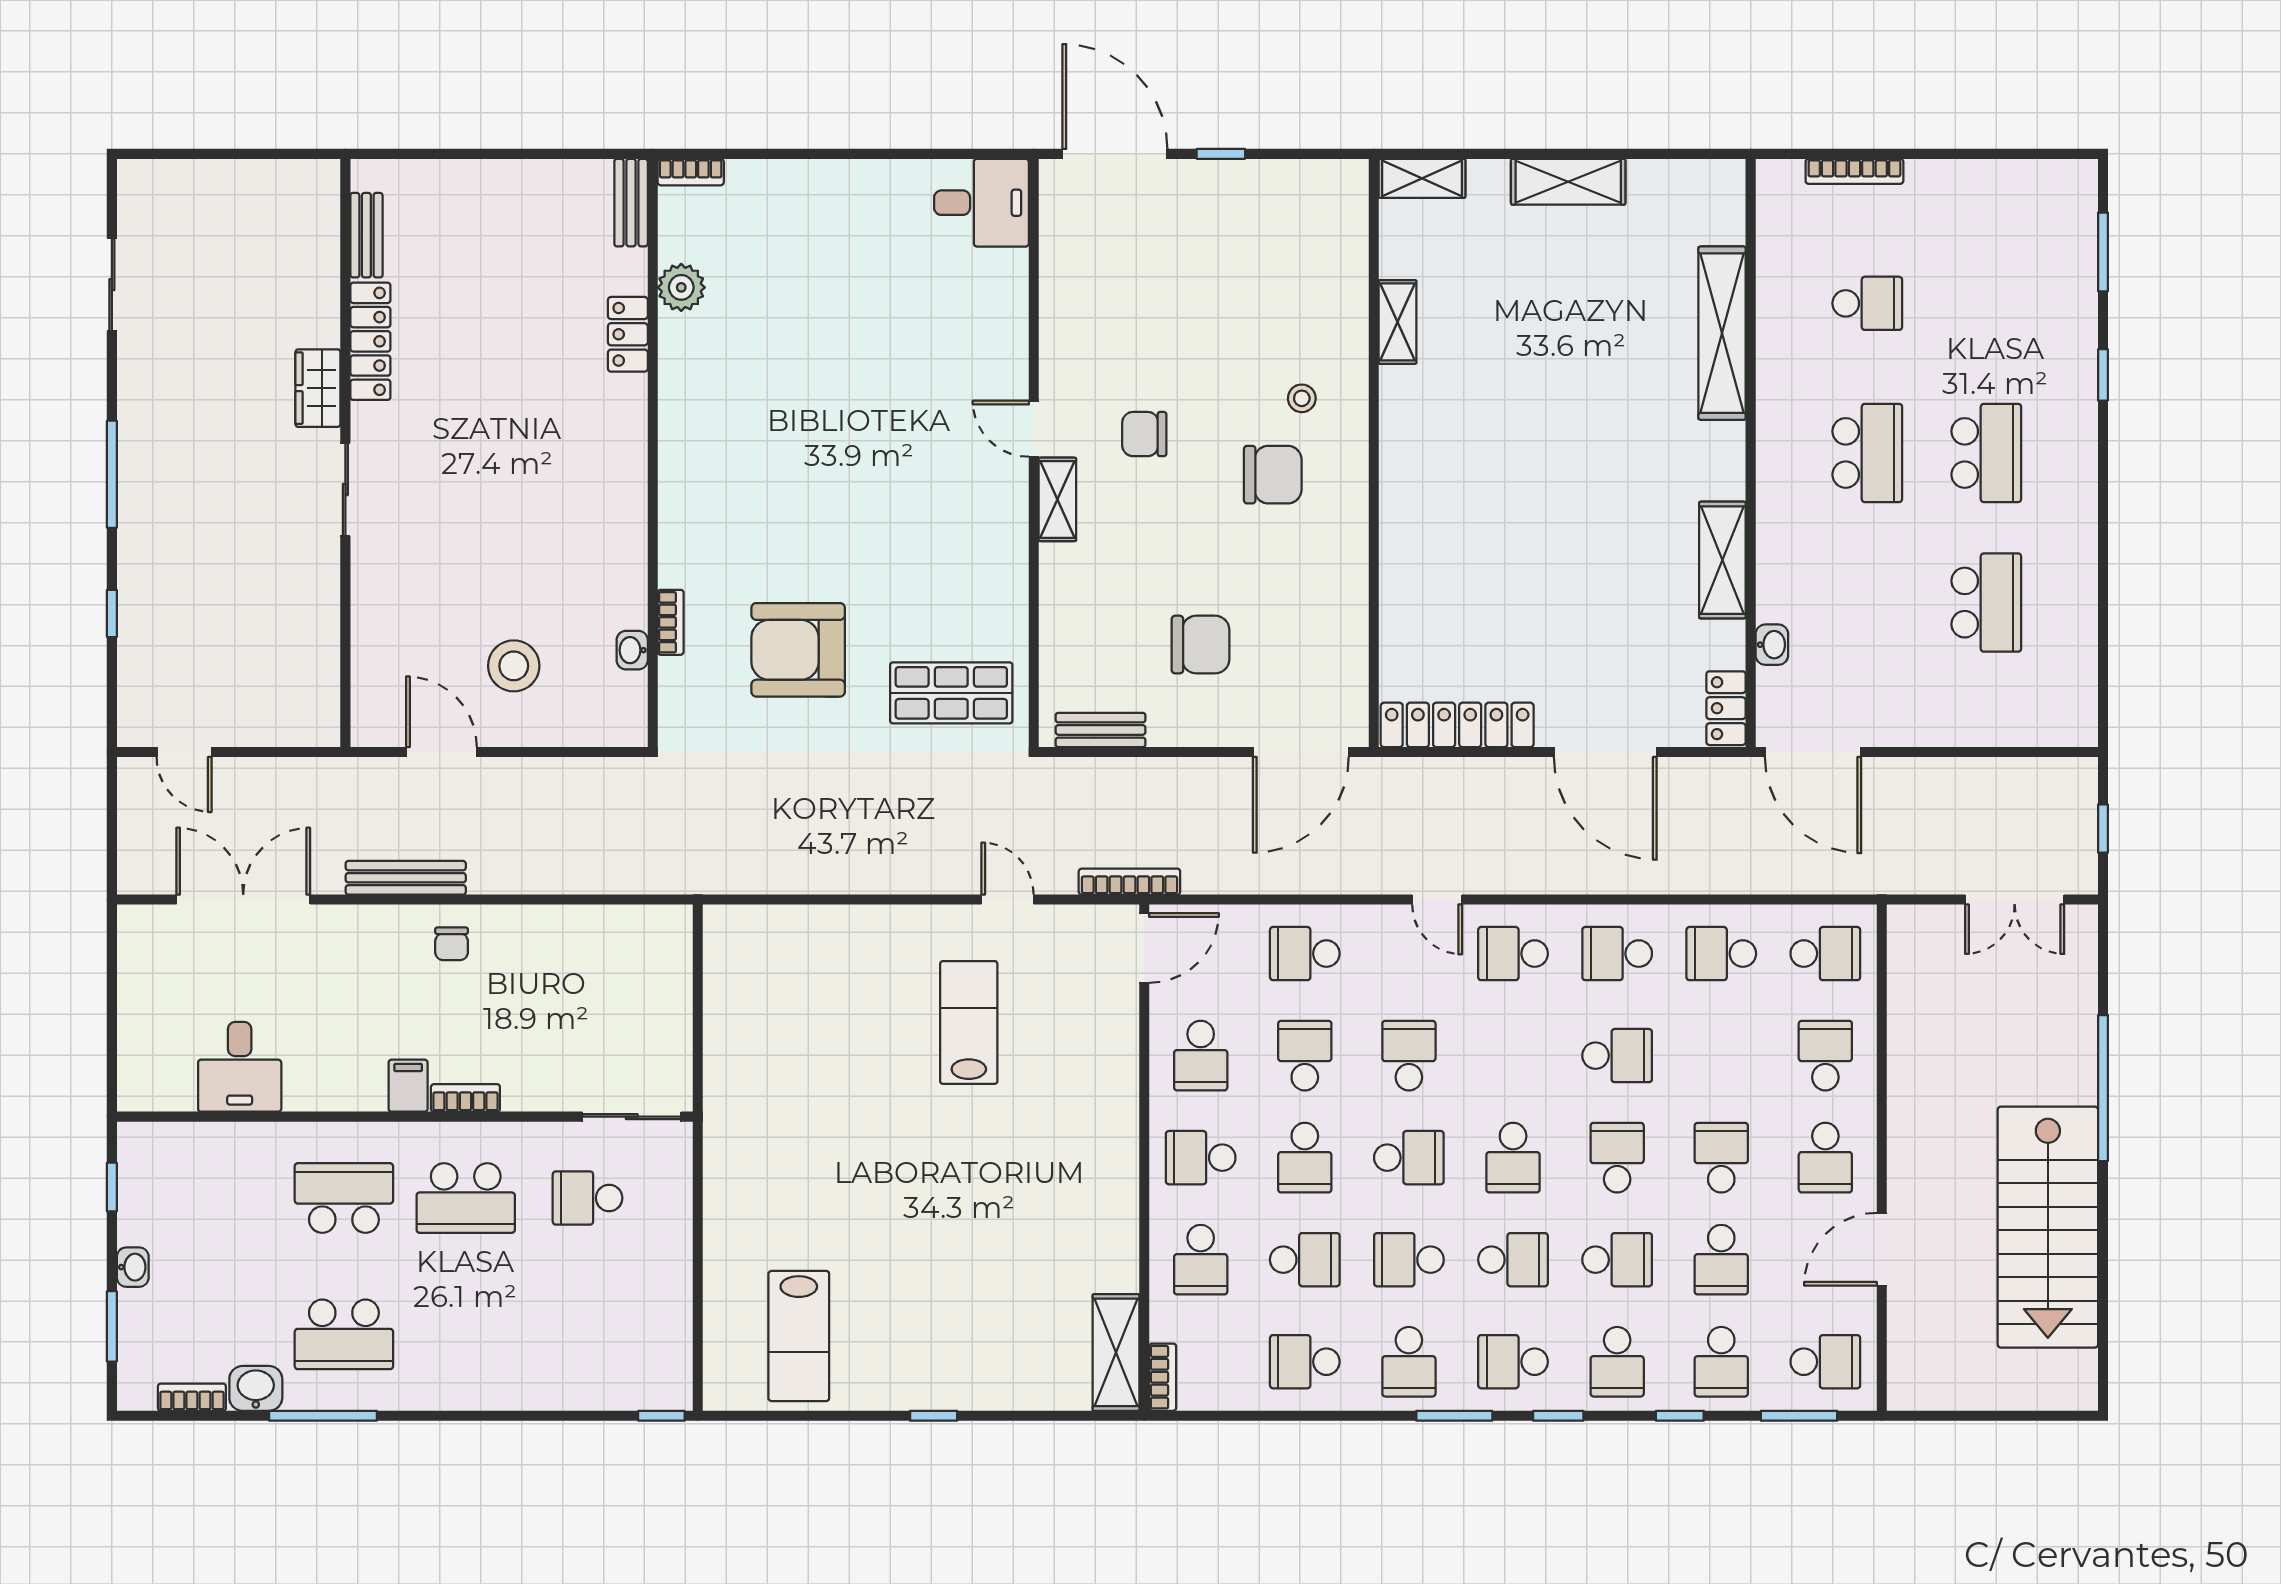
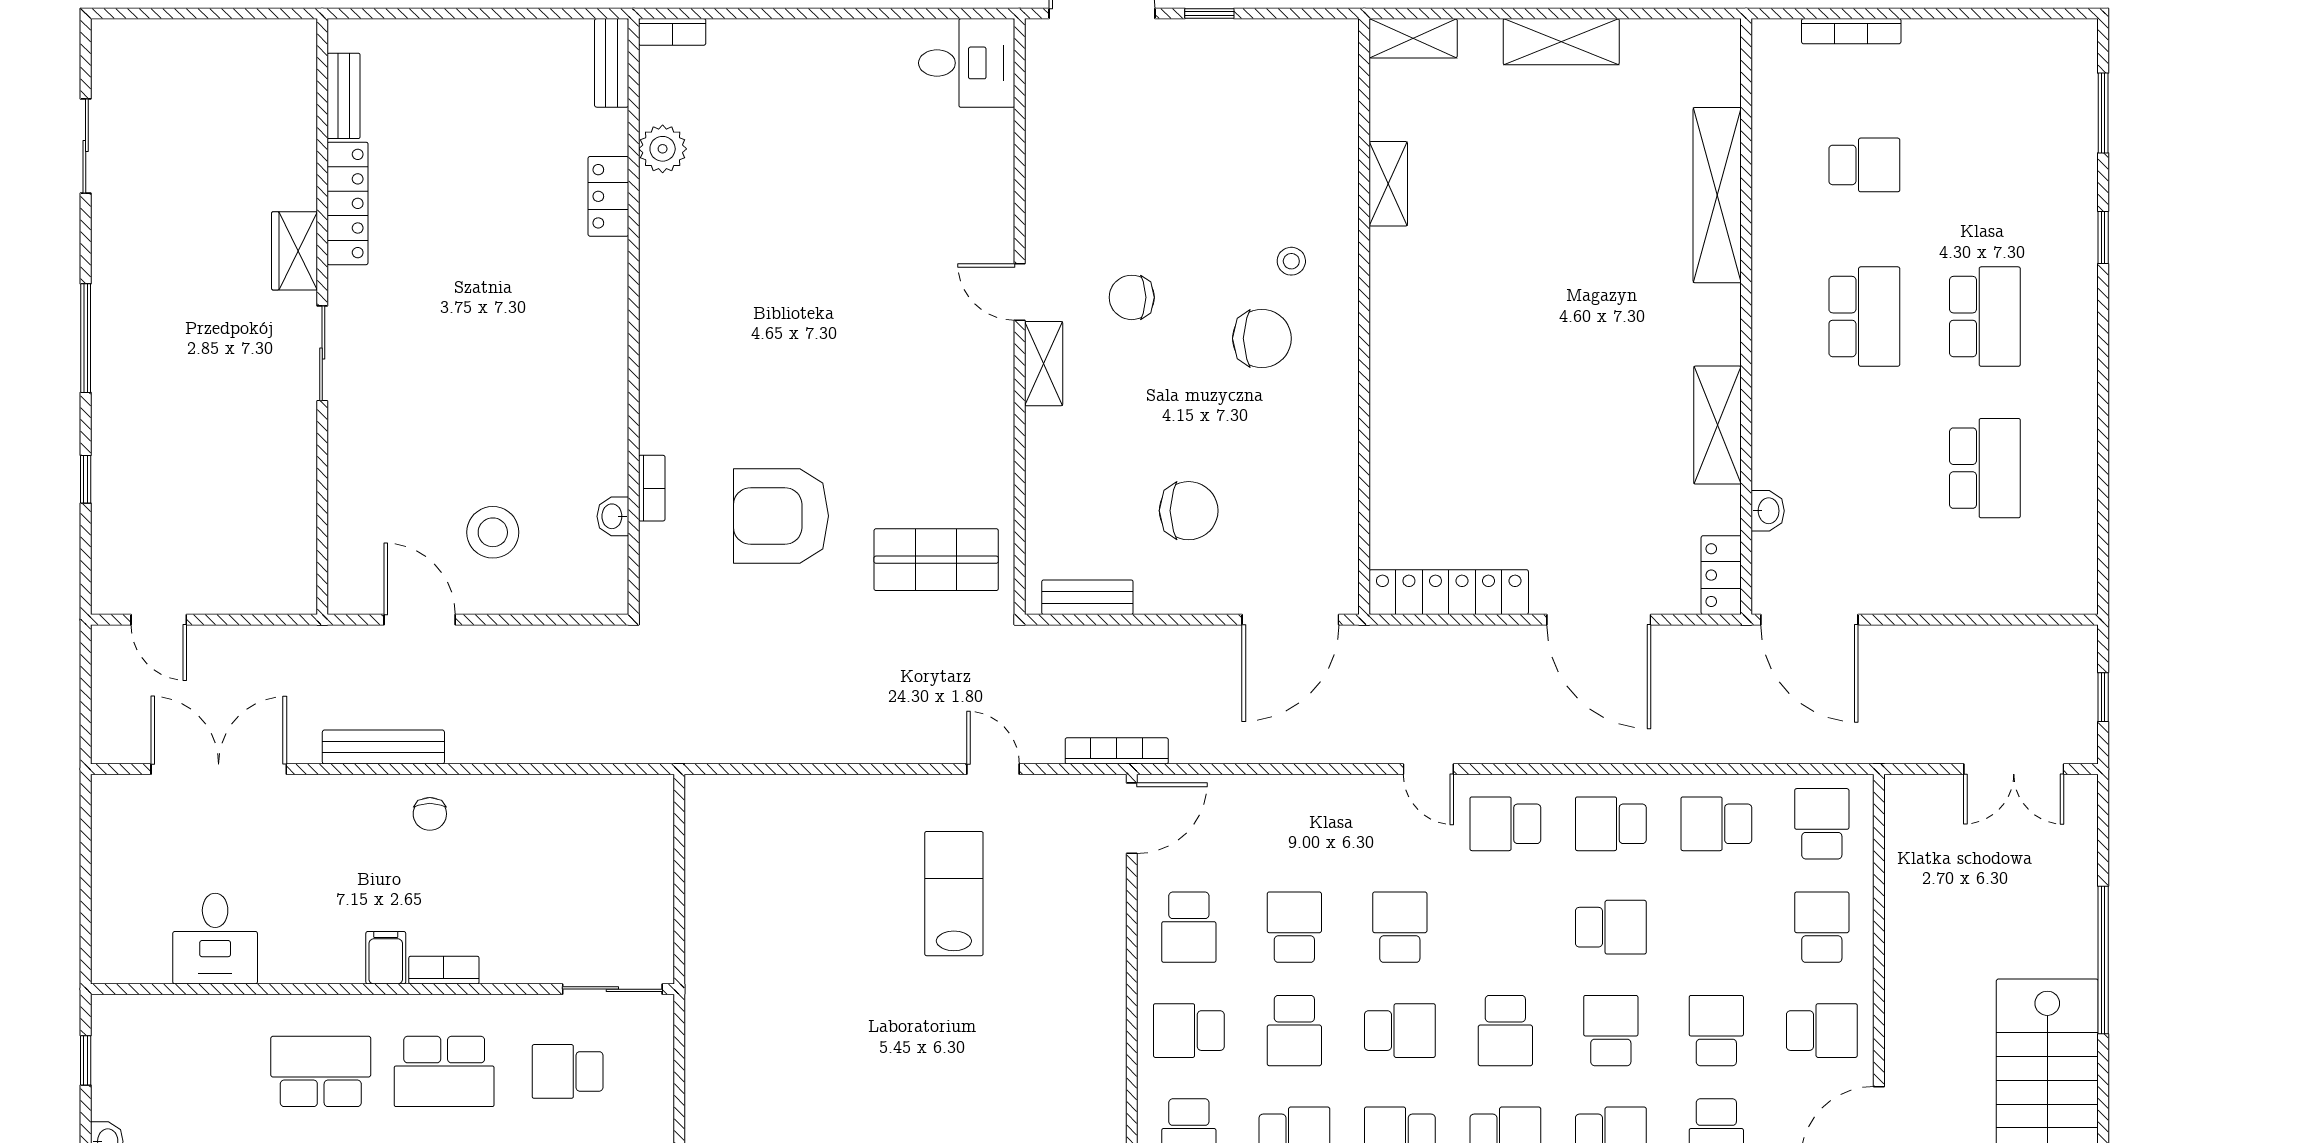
school desk: (1305, 954) -> (1294, 824), removed
school desk: (1825, 954) -> (1822, 824), turned -90
school desk: (1825, 1158) -> (1822, 1031), turned -90

